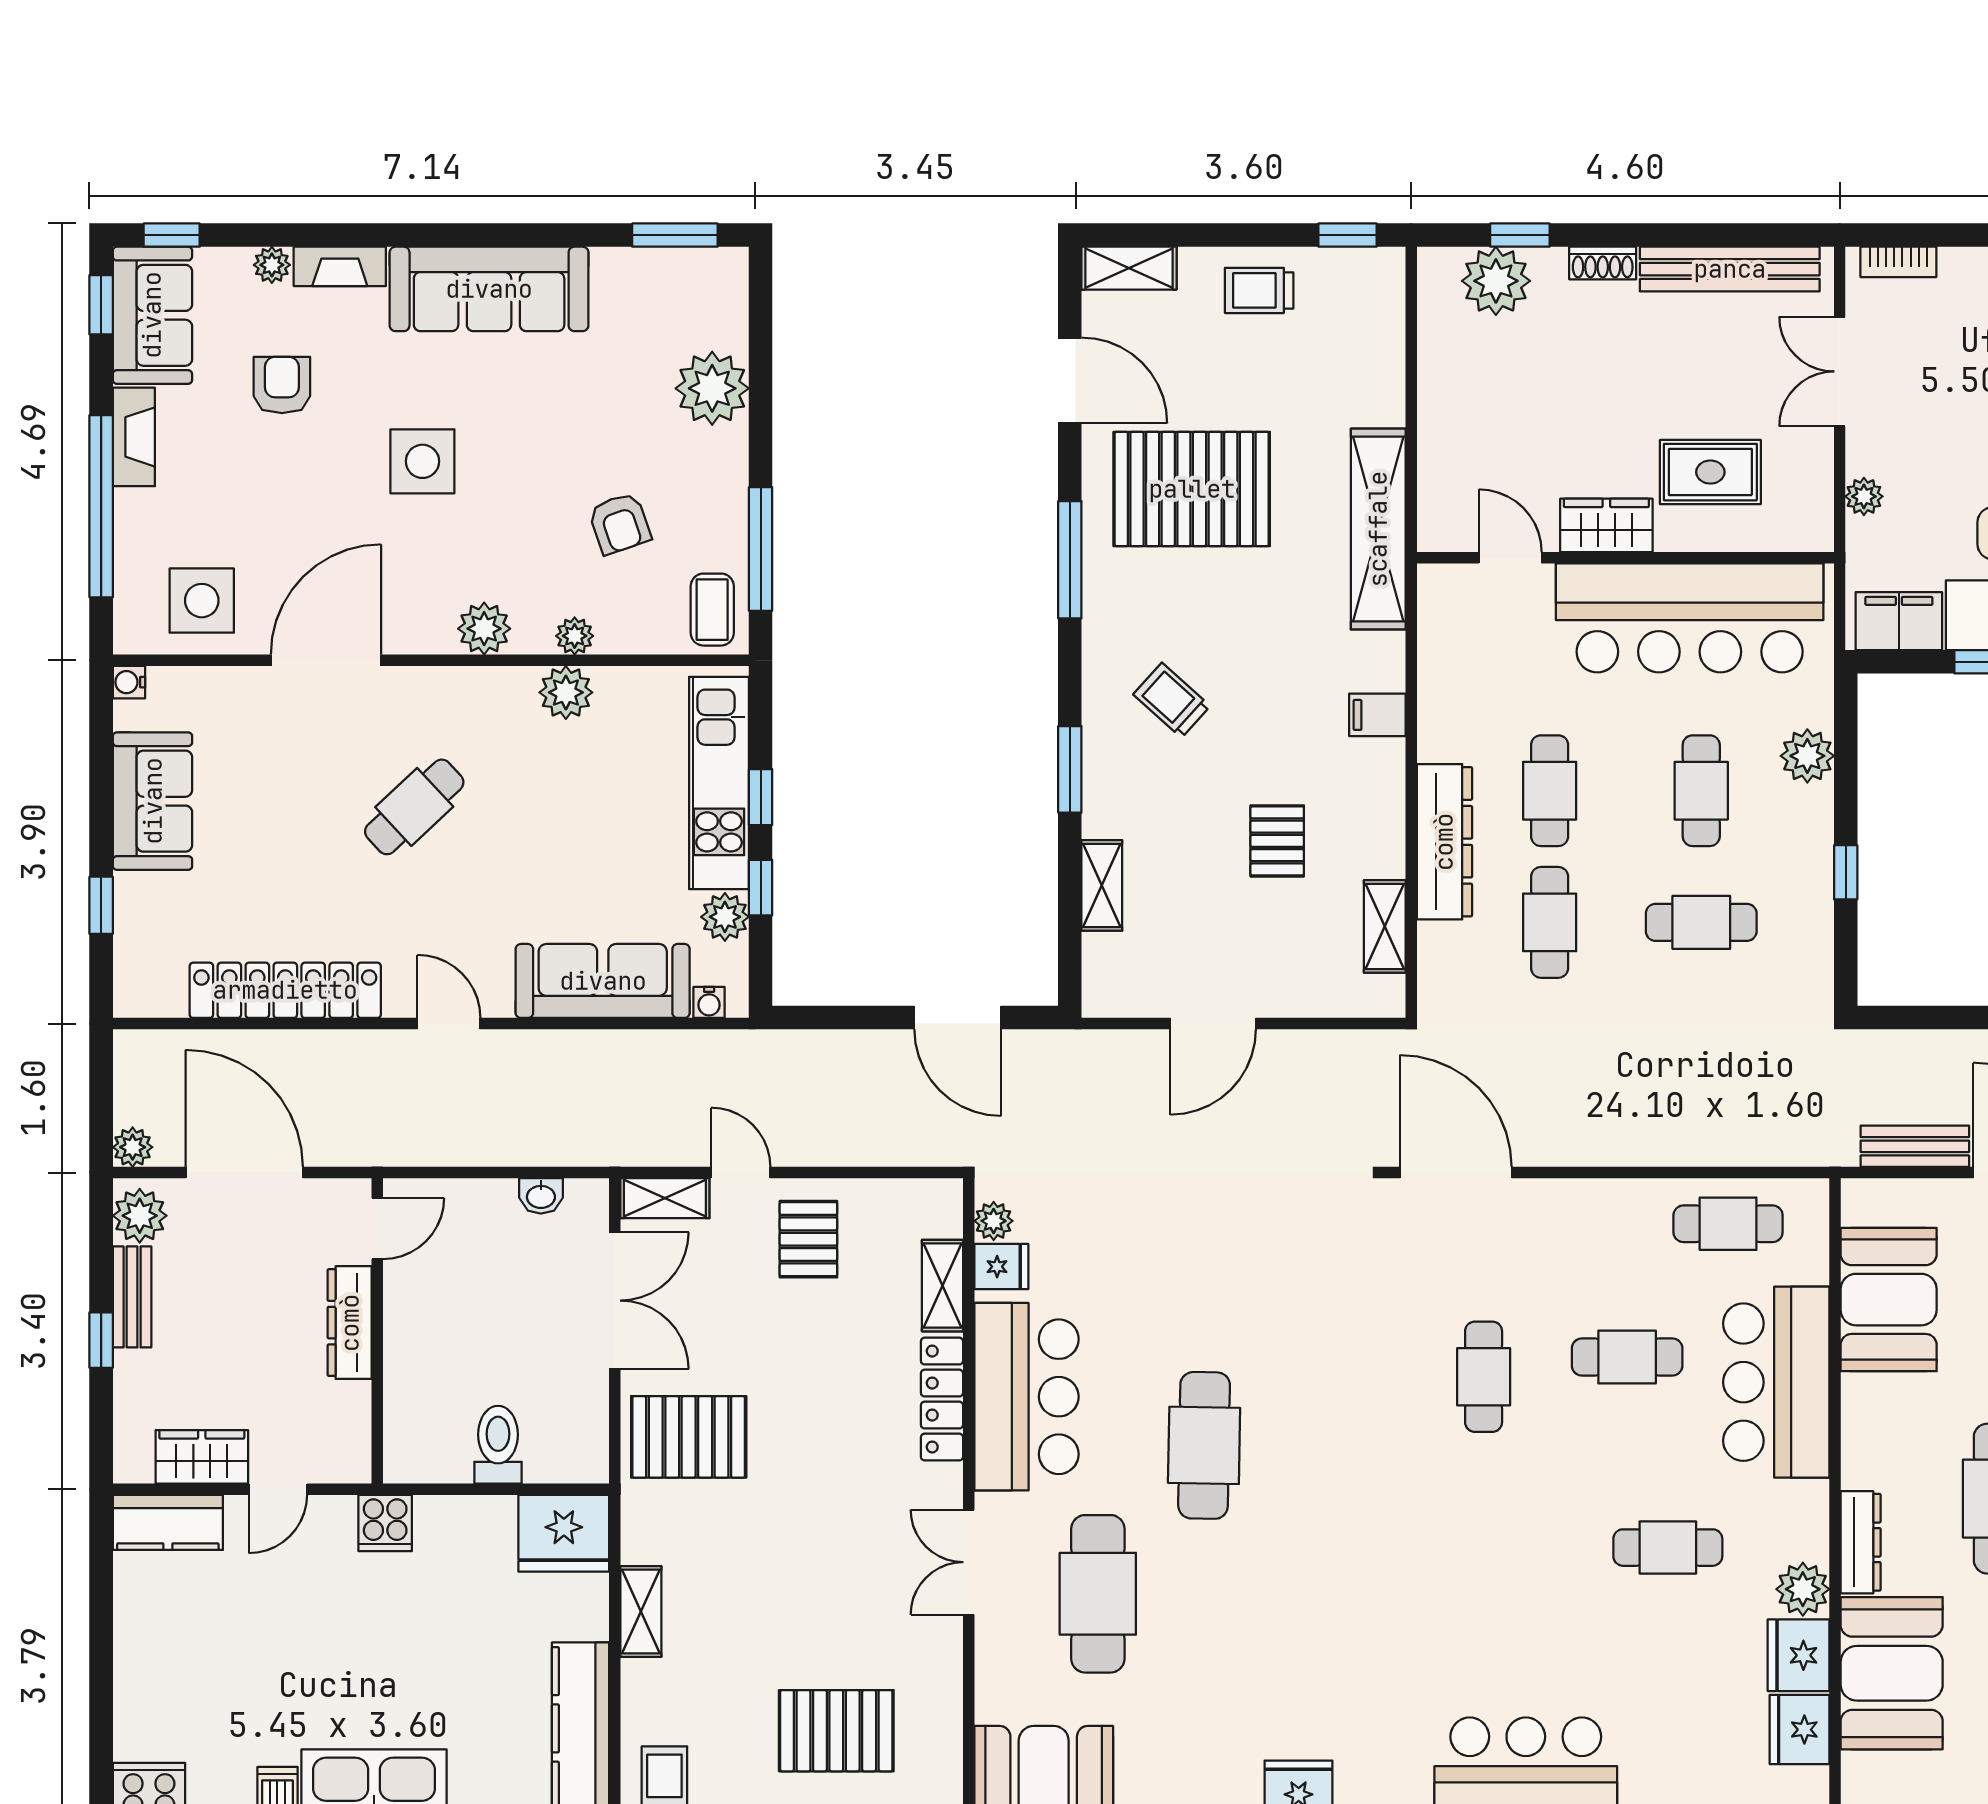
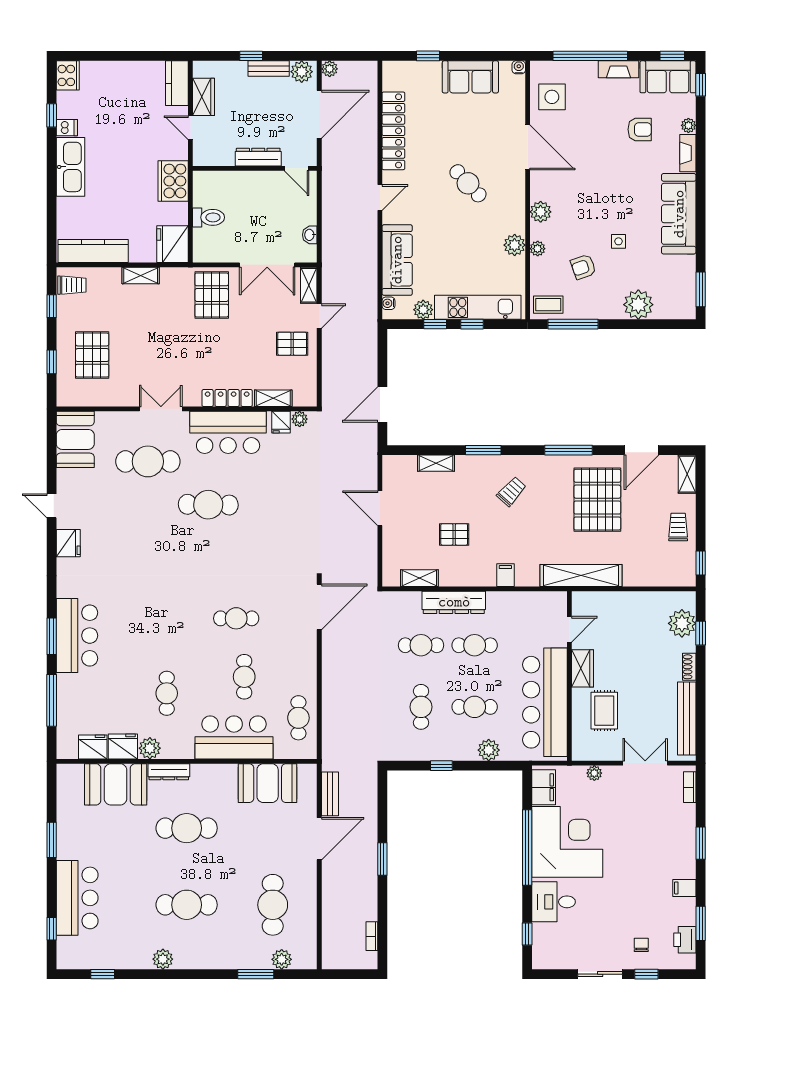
side table: (422, 461) -> (619, 241), moved, width x0.54, depth x0.54
cooker: (385, 1523) -> (173, 181), width x1.87, depth x1.31

